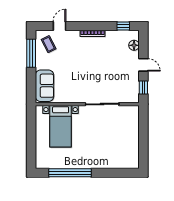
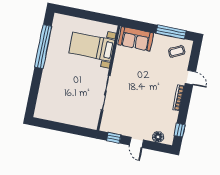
door: (59, 26) -> (190, 78), moved
door: (143, 65) -> (137, 142), hinge flipped

